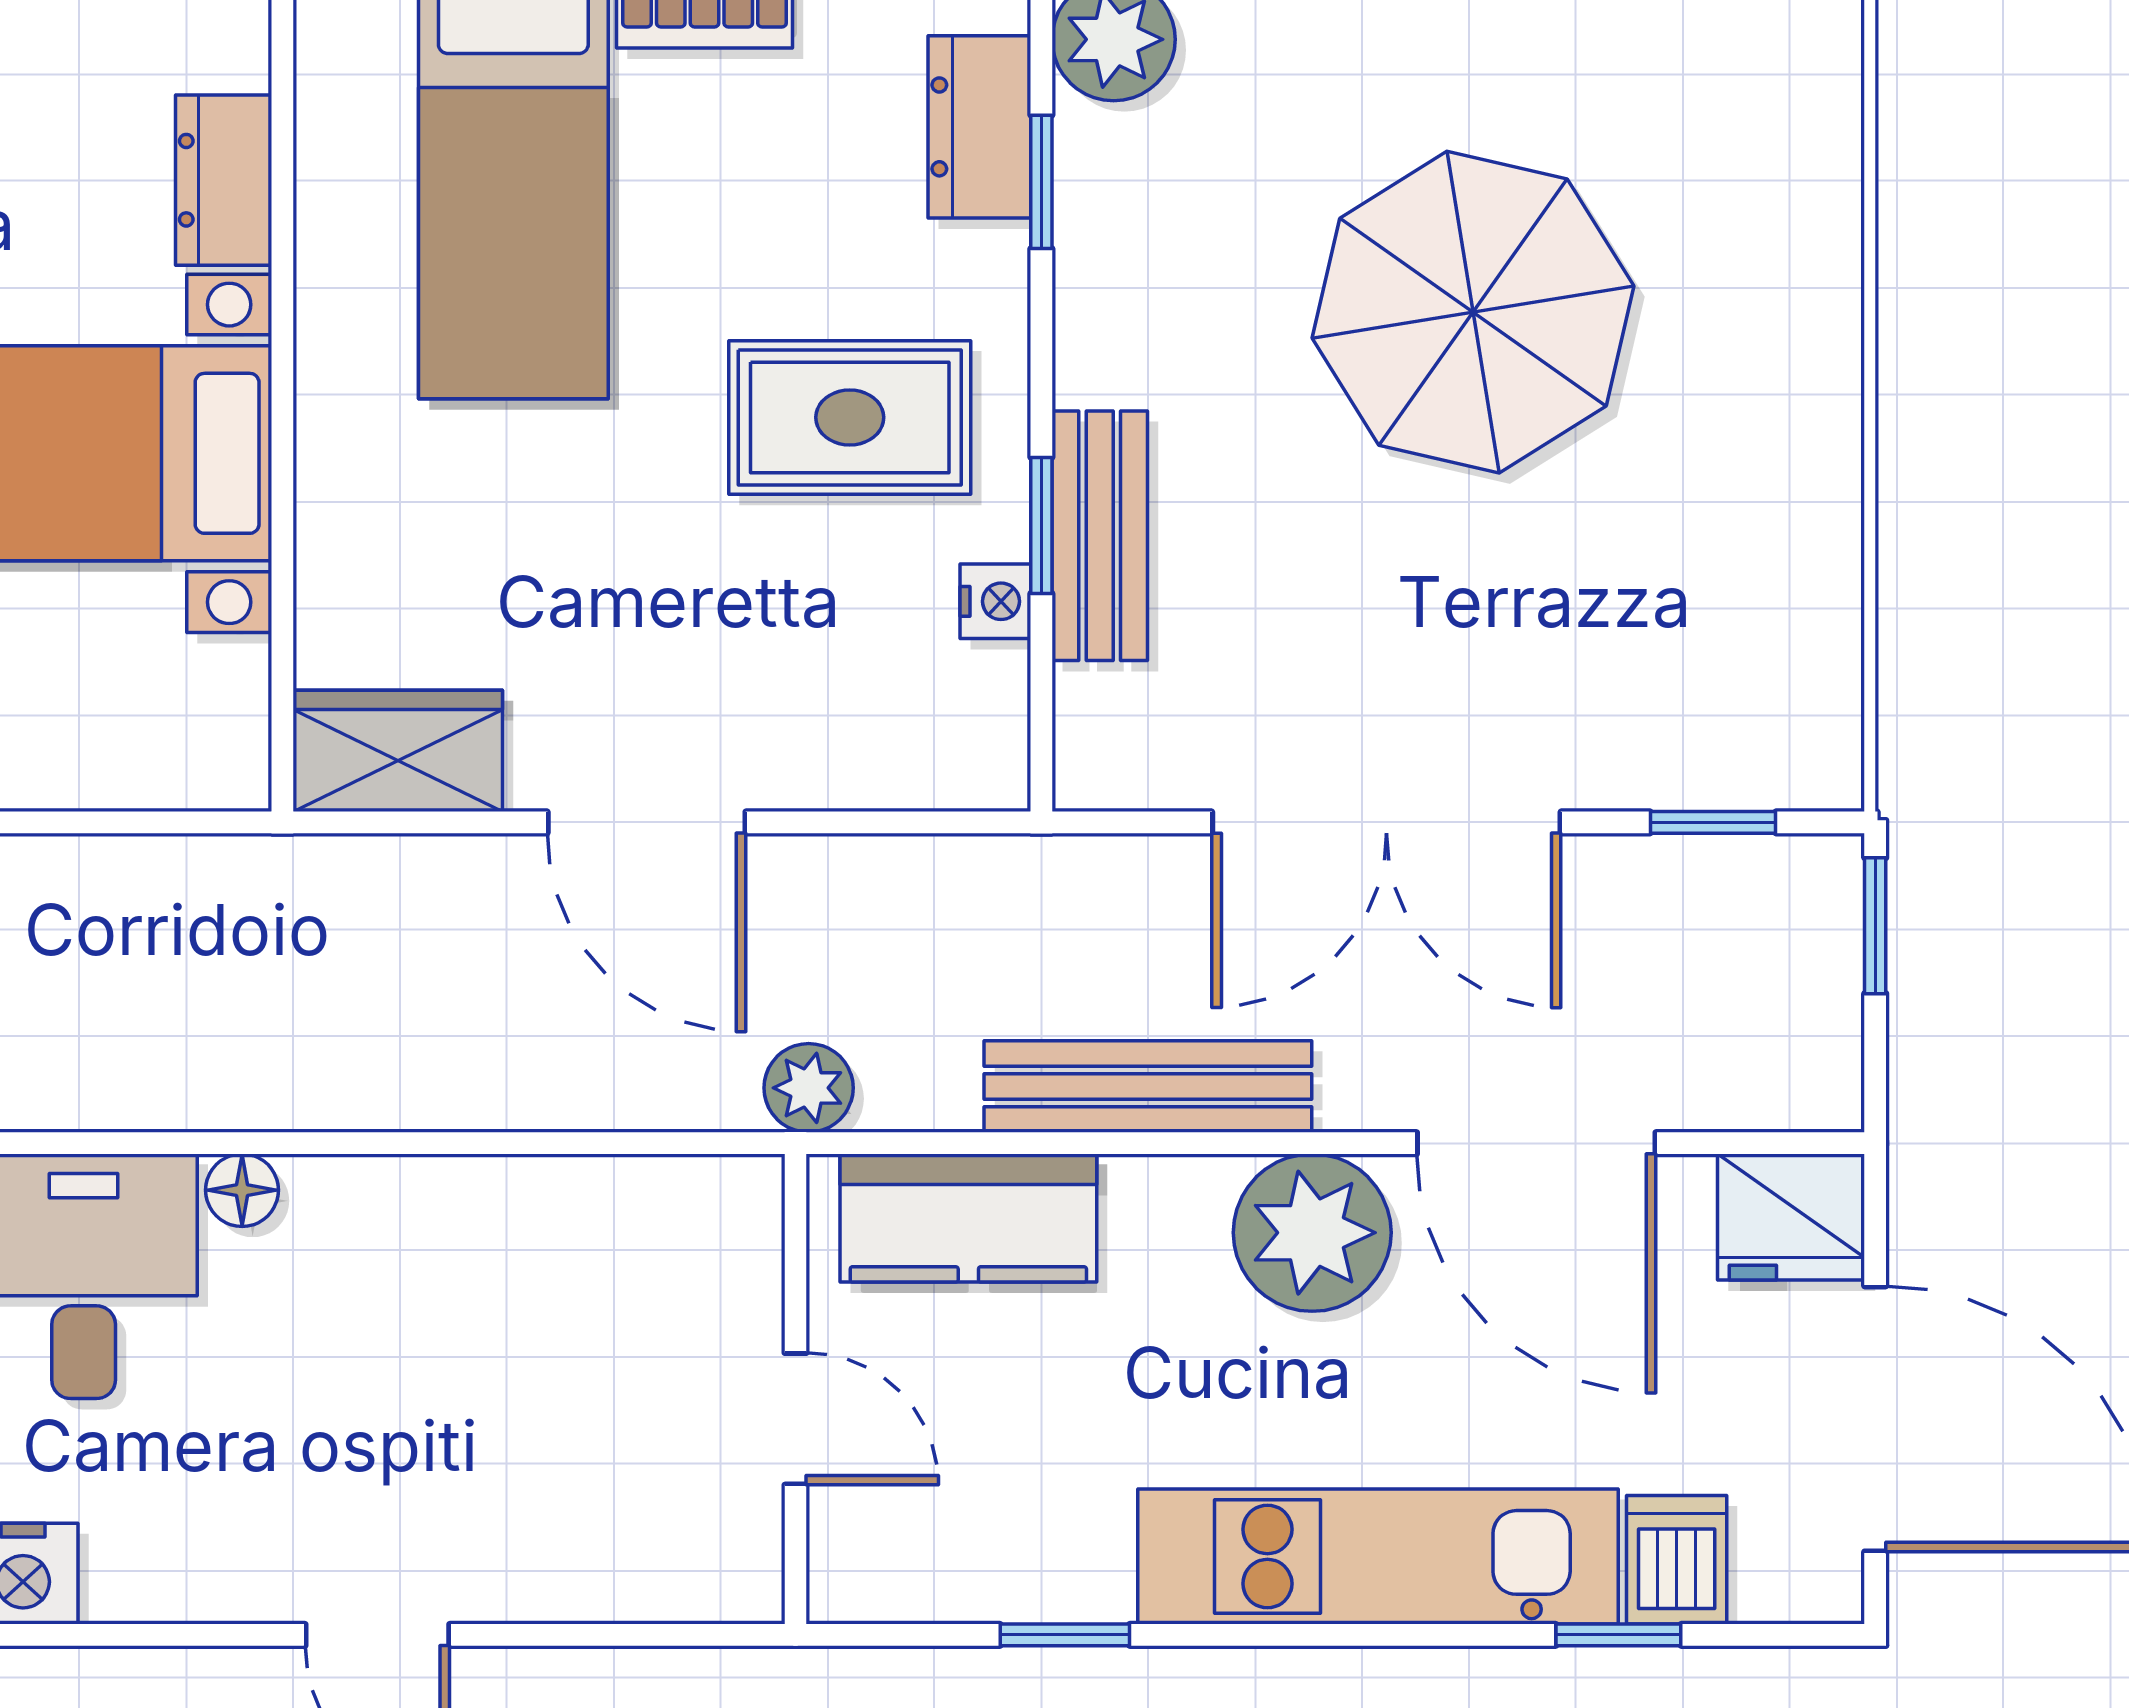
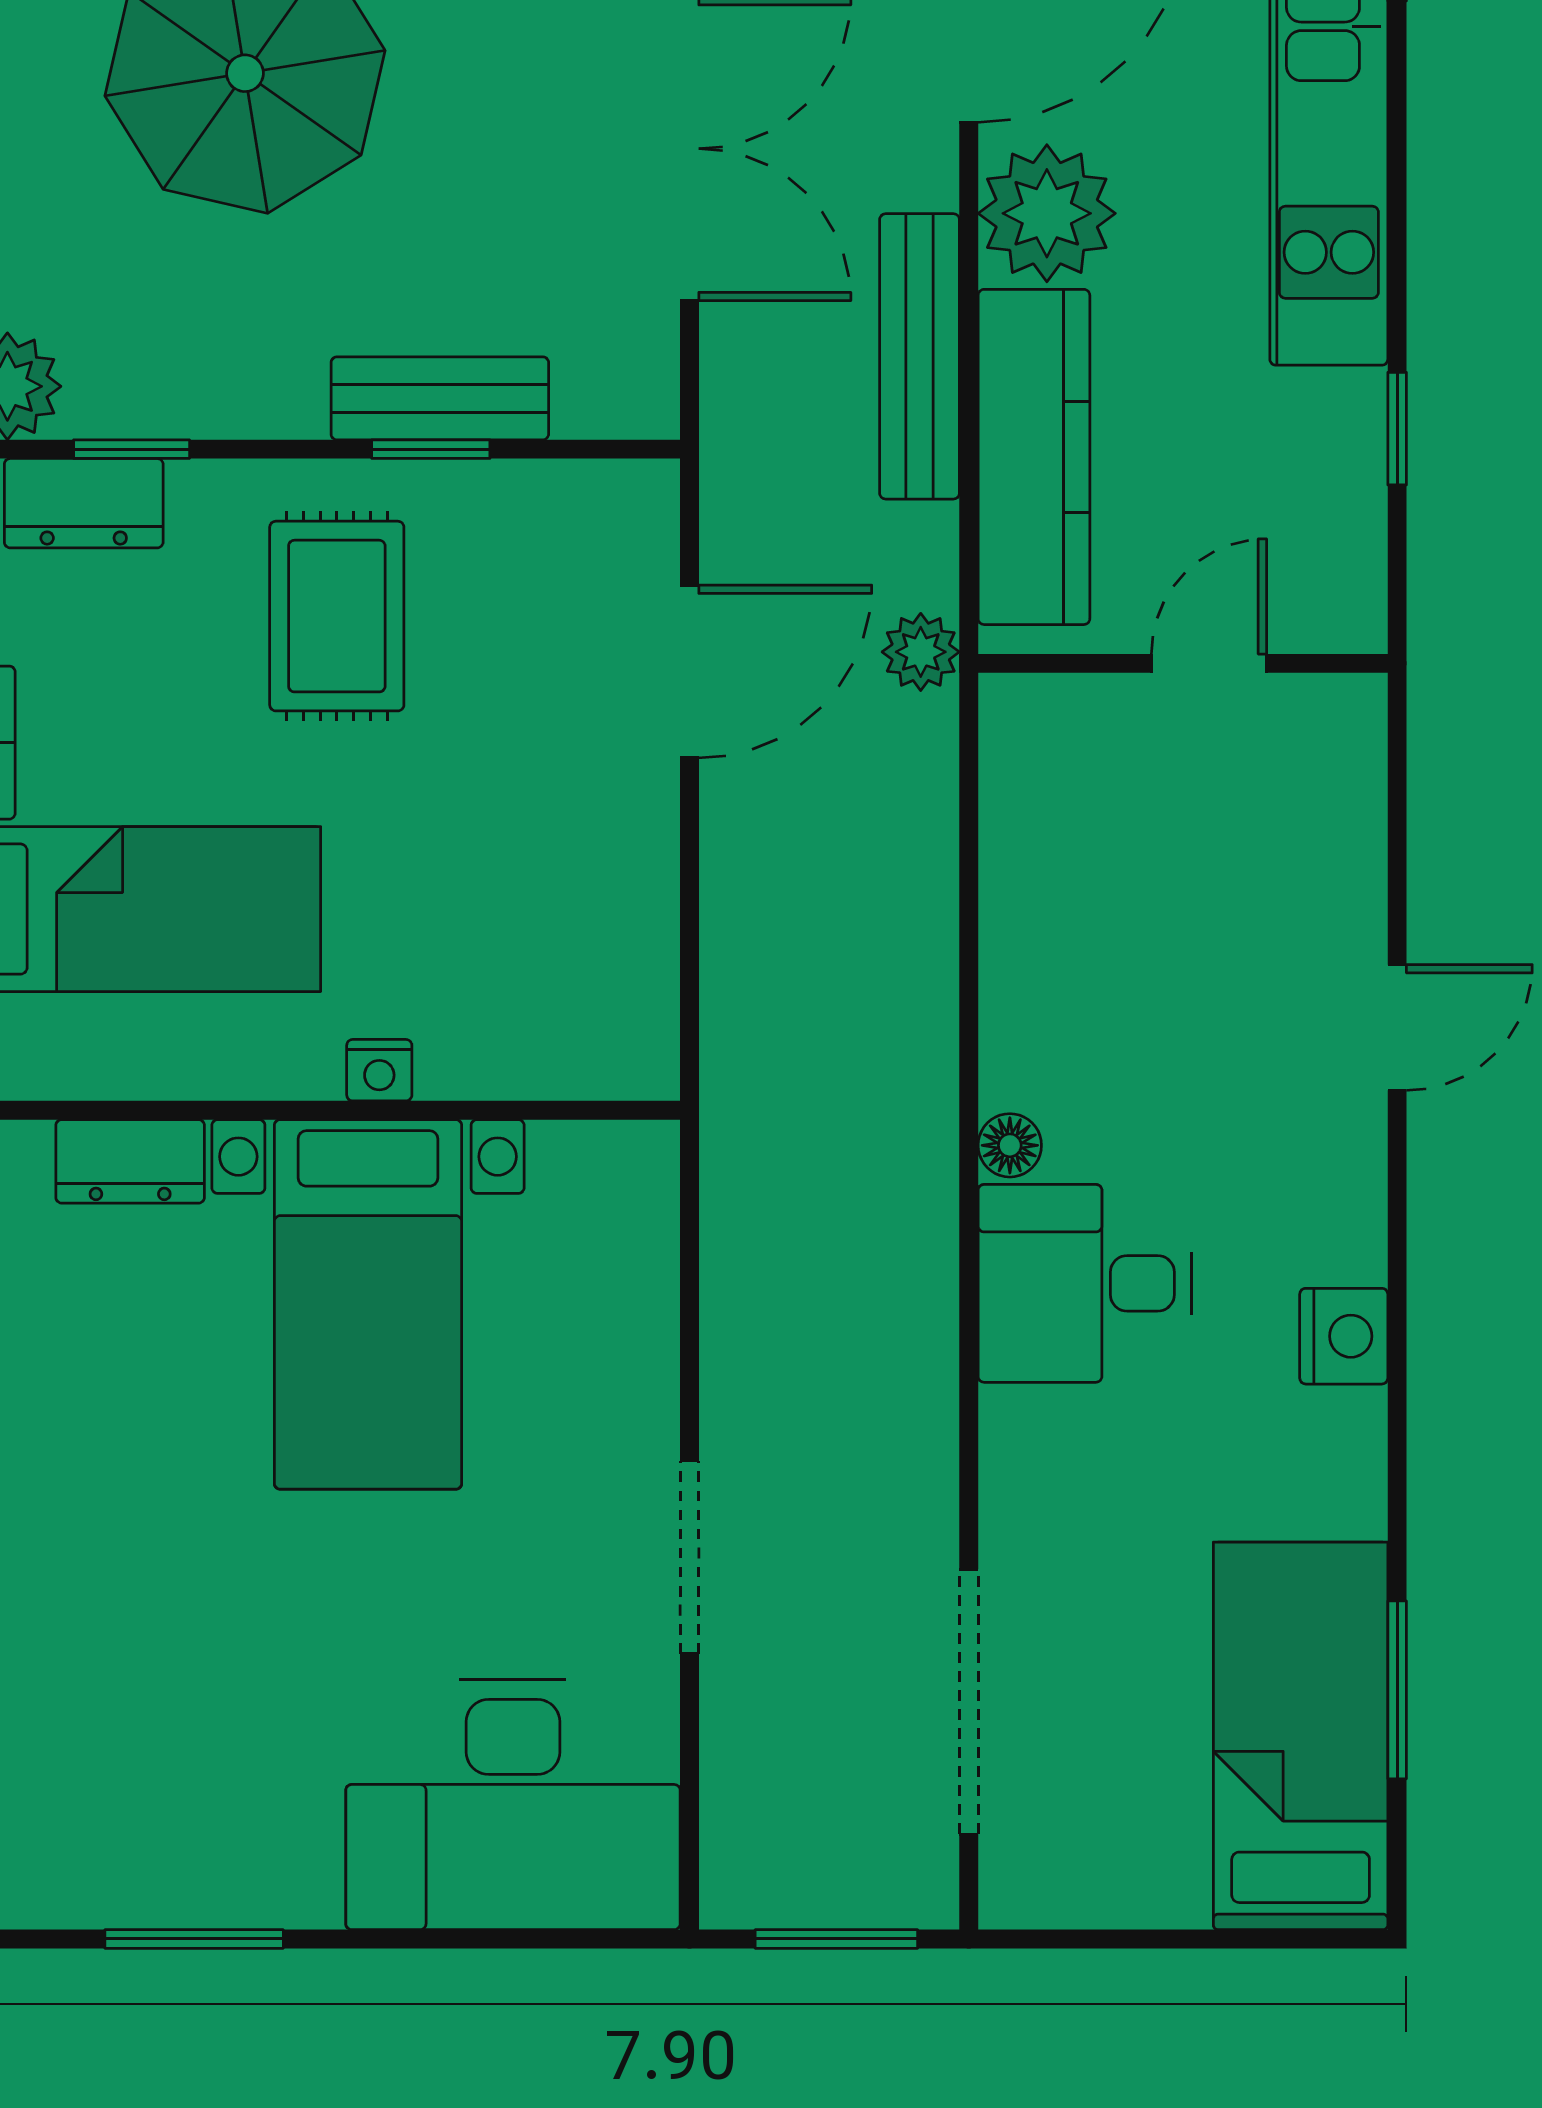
nightstand: (995, 601) -> (379, 1070), moved, turned 180
wardrobe: (398, 751) -> (627, 1010), removed
door: (647, 822) -> (689, 671), moved
kitchen counter: (968, 1218) -> (1034, 457), width x1.50

